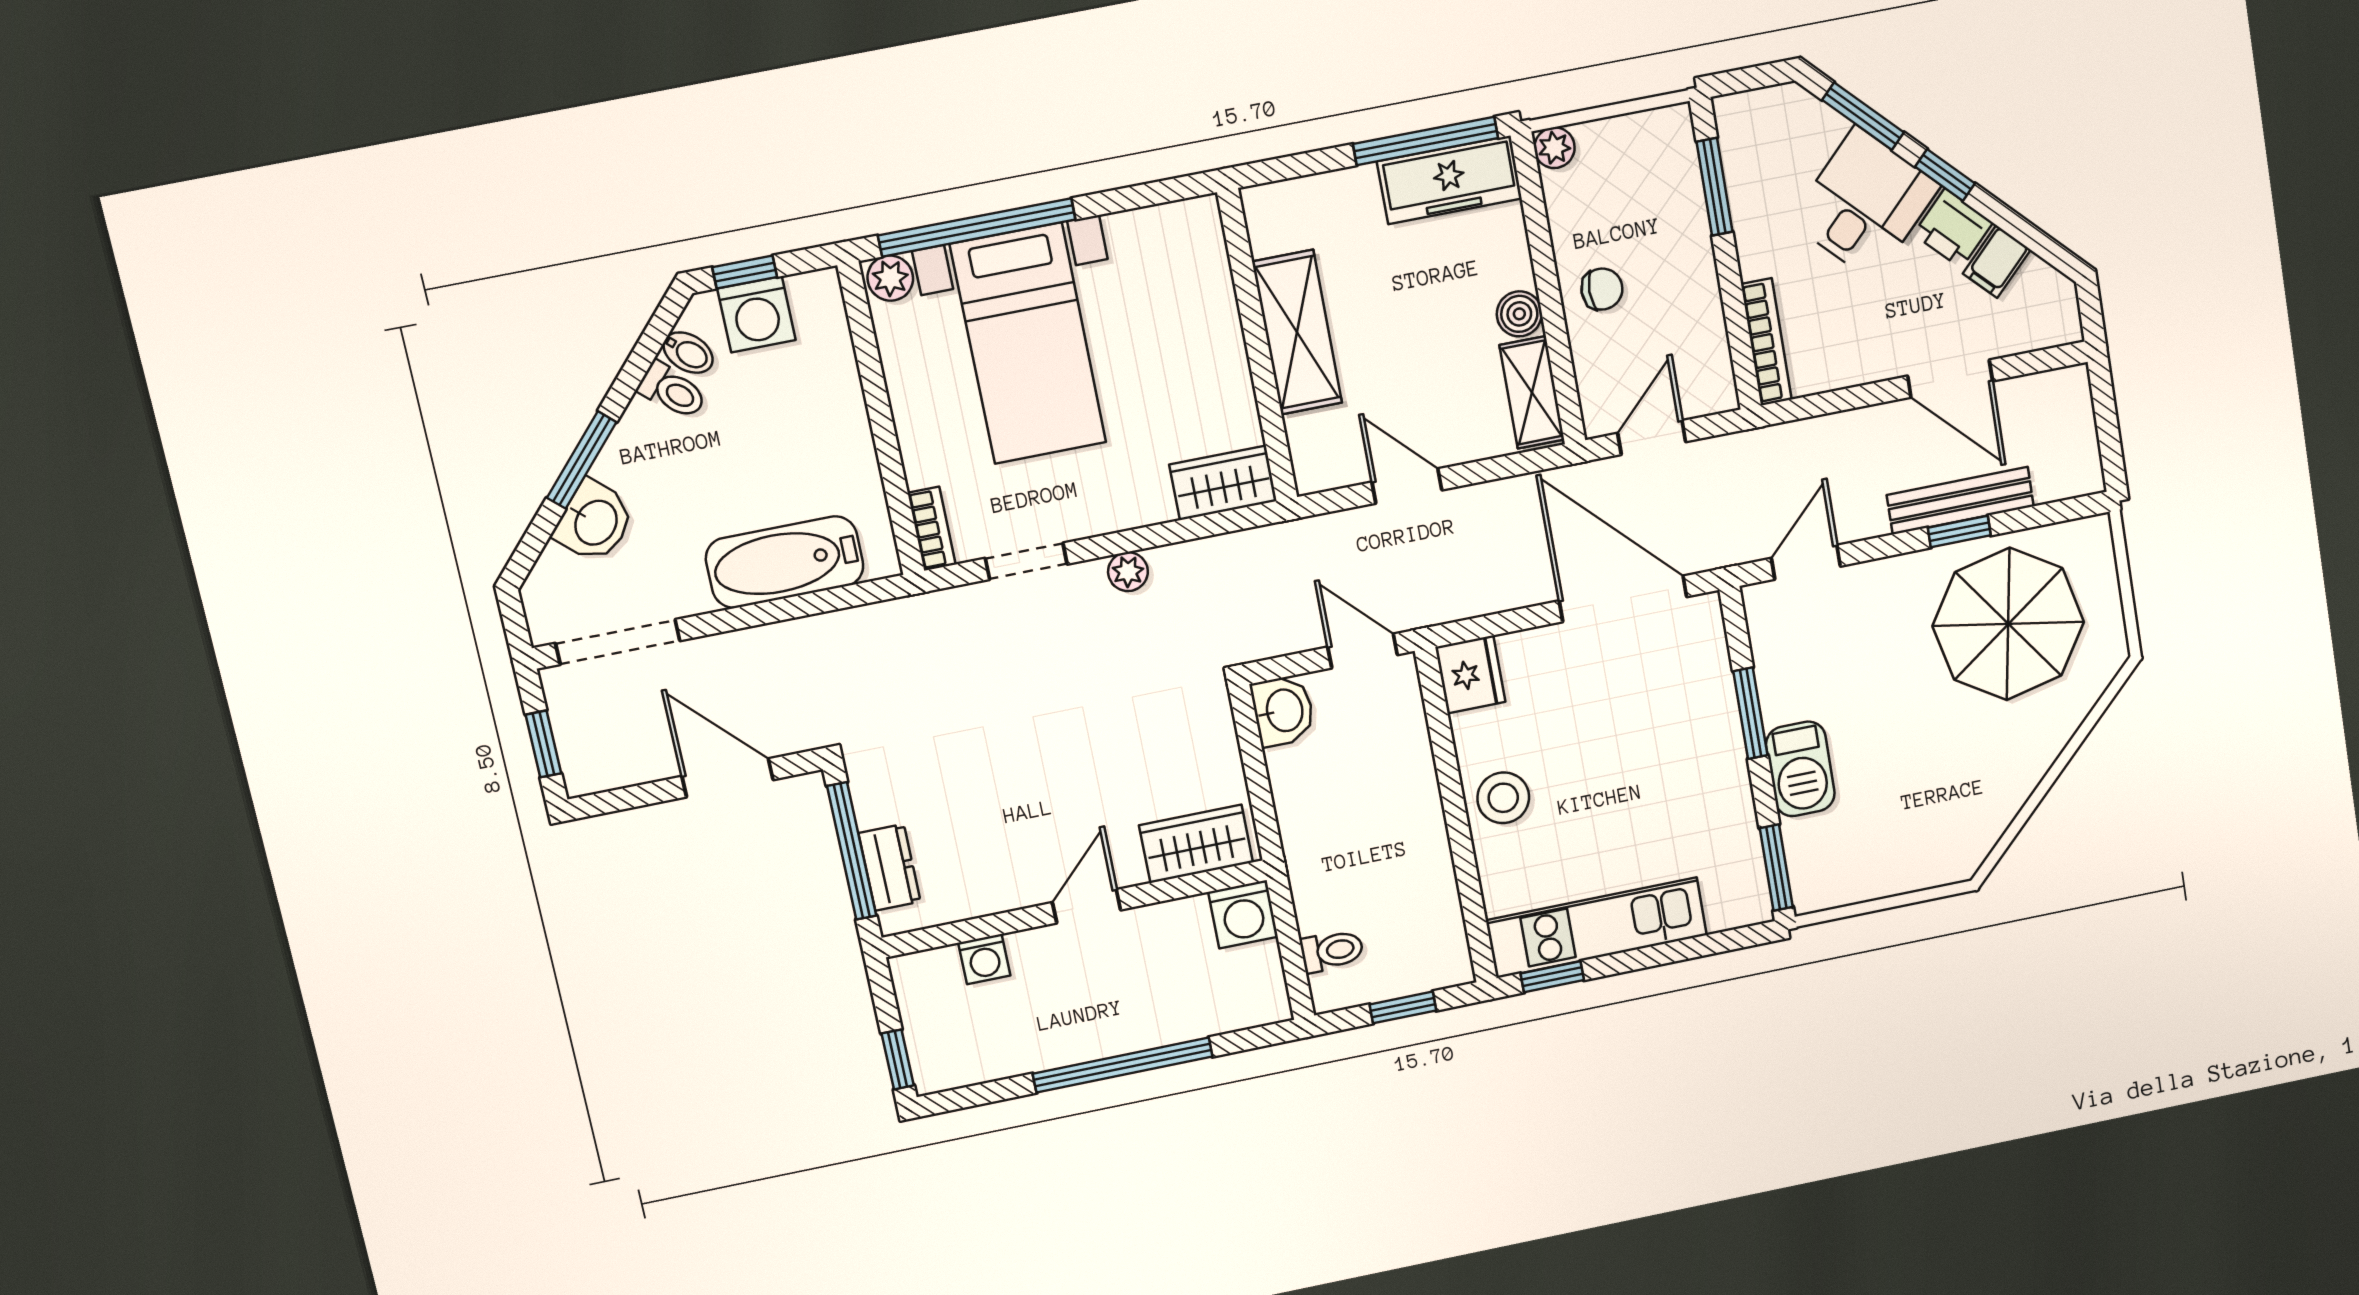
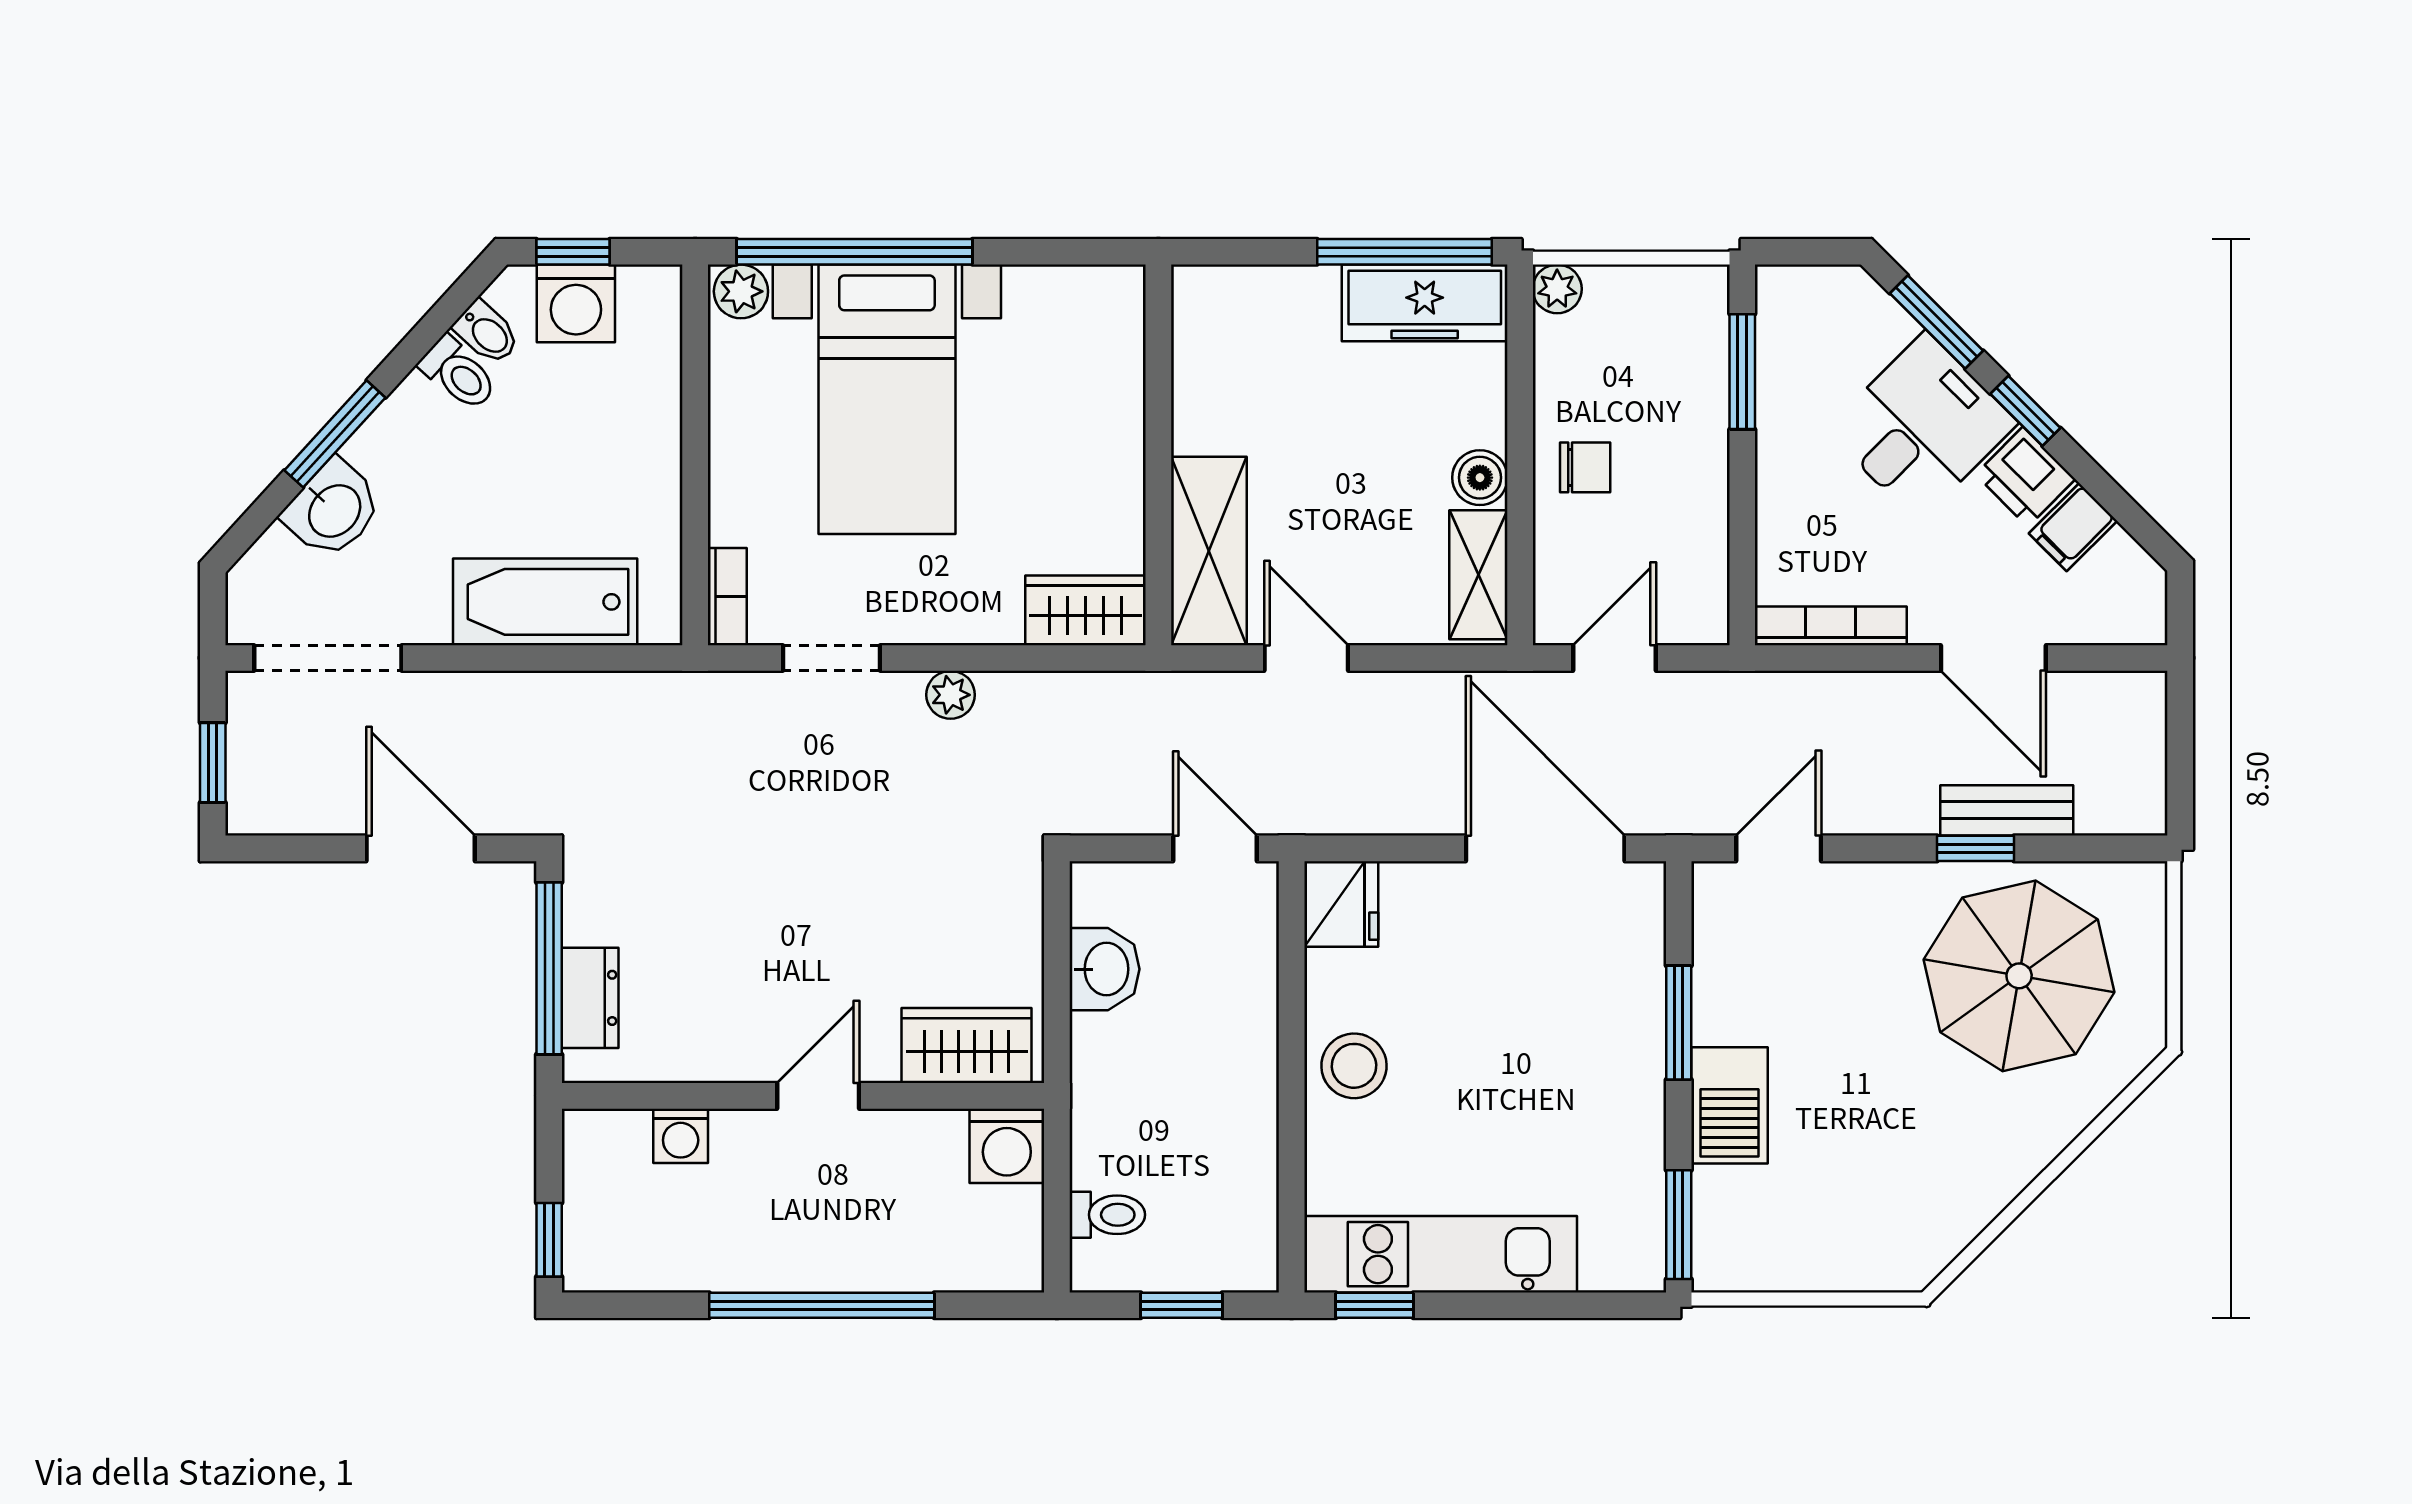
shelving: (1297, 332) -> (1209, 551), moved
bookcase: (1766, 342) -> (1831, 626), moved, turned -90
bench: (1960, 501) -> (2007, 810), width x0.73
washbasin: (1283, 711) -> (1104, 969), moved

